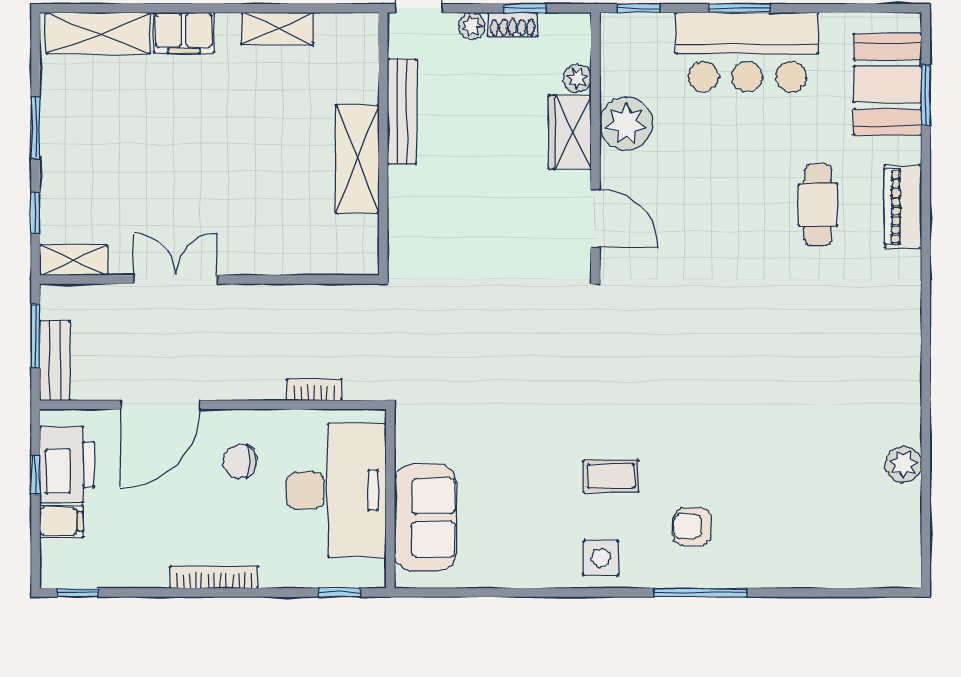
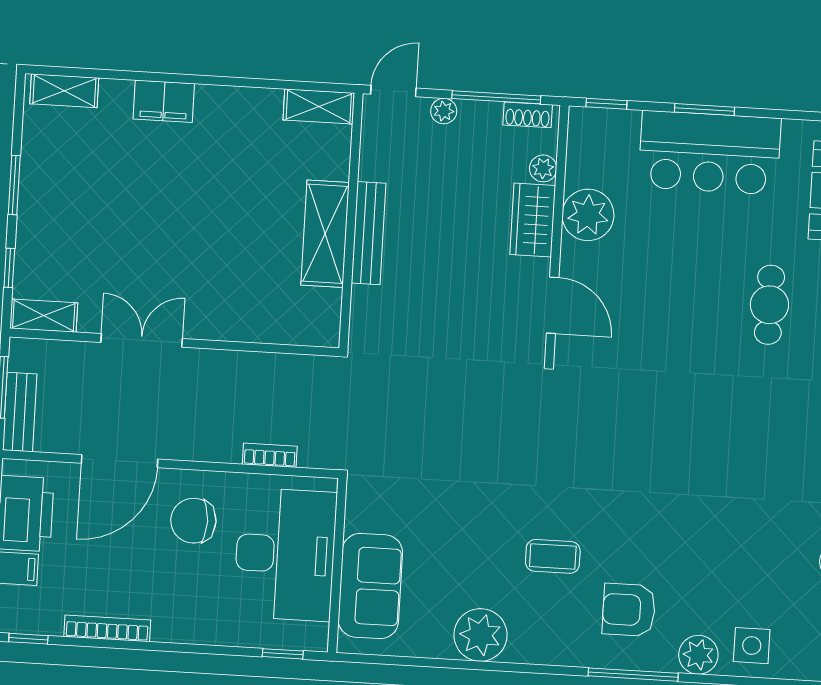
window: (525, 8) -> (496, 97), width x2.17
shoe rack: (513, 24) -> (528, 115), moved
shelving: (277, 29) -> (319, 106), moved
shelving: (98, 33) -> (64, 91), width x0.67, depth x0.75
bench: (402, 112) -> (369, 233), moved
chair: (240, 461) -> (193, 521), width x1.37, depth x1.37
armchair: (692, 526) -> (629, 610), width x1.38, depth x1.38
side table: (601, 558) -> (752, 646), moved
plant: (541, 561) -> (480, 635), added
plant: (766, 568) -> (698, 655), added
bookcase: (214, 577) -> (107, 628), moved

